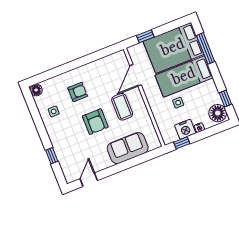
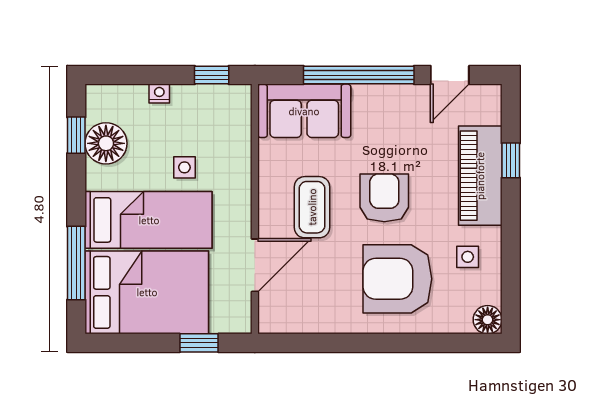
armchair: (78, 92) -> (397, 279), width x1.88, depth x1.88
floor lamp: (218, 113) -> (106, 143), moved
nightstand: (185, 129) -> (192, 102), removed
piano: (61, 145) -> (480, 176), added
sofa: (128, 148) -> (304, 111), moved
window: (124, 166) -> (359, 75), added

